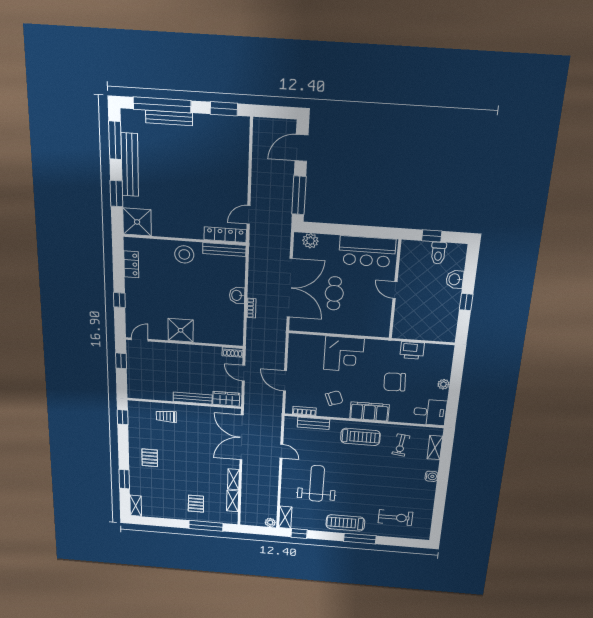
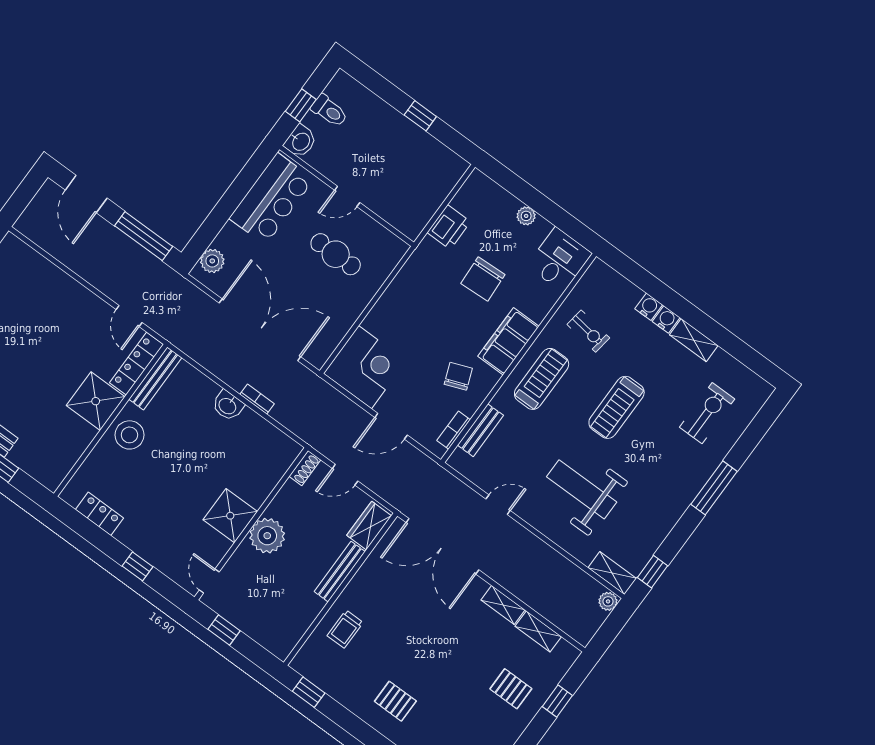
shower: (137, 222) -> (96, 401), moved
washbasin: (455, 279) -> (301, 141), moved, turned -90
cafe table: (334, 293) -> (336, 254), moved
plant: (184, 354) -> (267, 536), added
corner desk: (344, 354) -> (365, 367), moved
shelving: (435, 447) -> (694, 340), moved
water cooler: (433, 465) -> (649, 307), added
treadmill: (345, 523) -> (617, 407), moved
window: (206, 526) -> (557, 701), width x0.46

